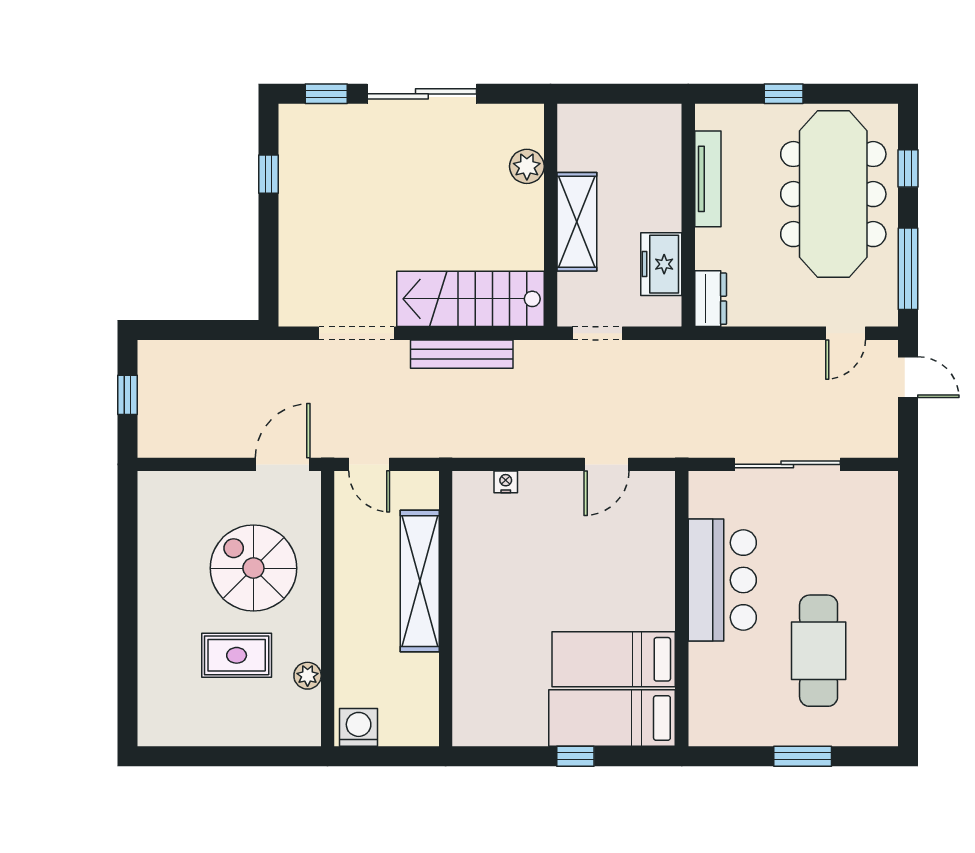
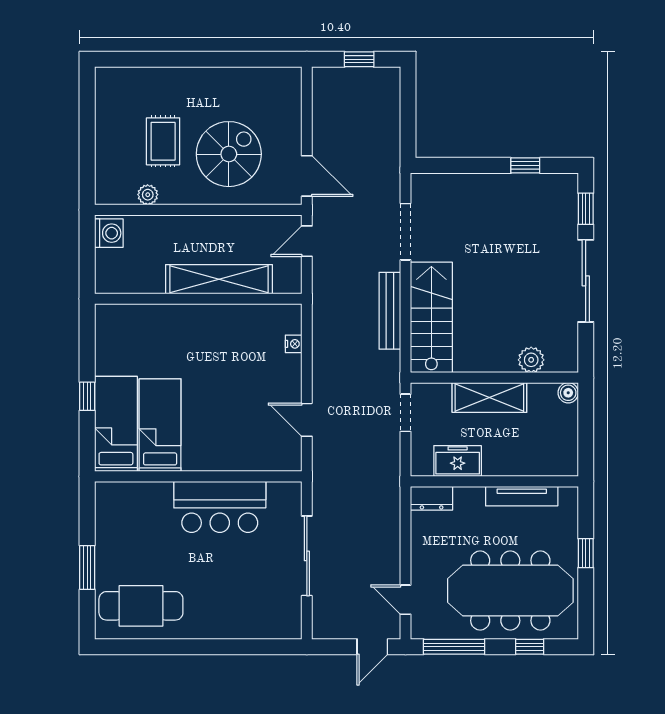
boiler: (571, 117) -> (568, 393), added
cafe table: (819, 651) -> (141, 606), moved

